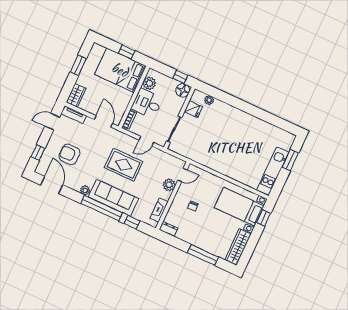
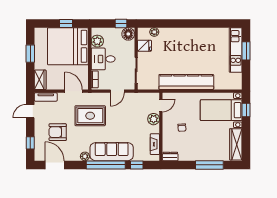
bed: (120, 70) -> (68, 46), width x1.36
kitchen counter: (218, 163) -> (186, 82), added
rug: (124, 165) -> (90, 116), moved
kitchen unit: (273, 171) -> (236, 50), moved

